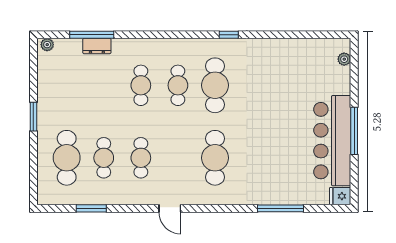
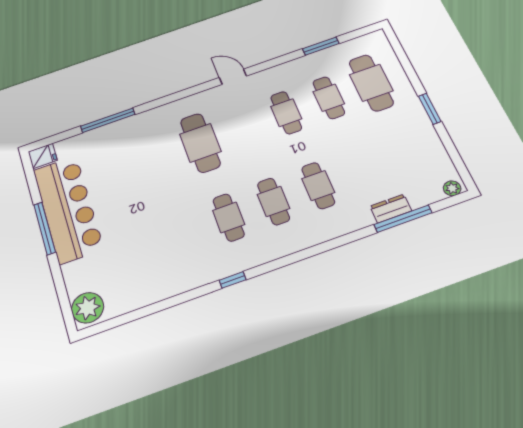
plant: (344, 59) -> (88, 308), width x1.88, depth x1.88
cafe table: (215, 85) -> (229, 217), width x0.73, depth x0.74

